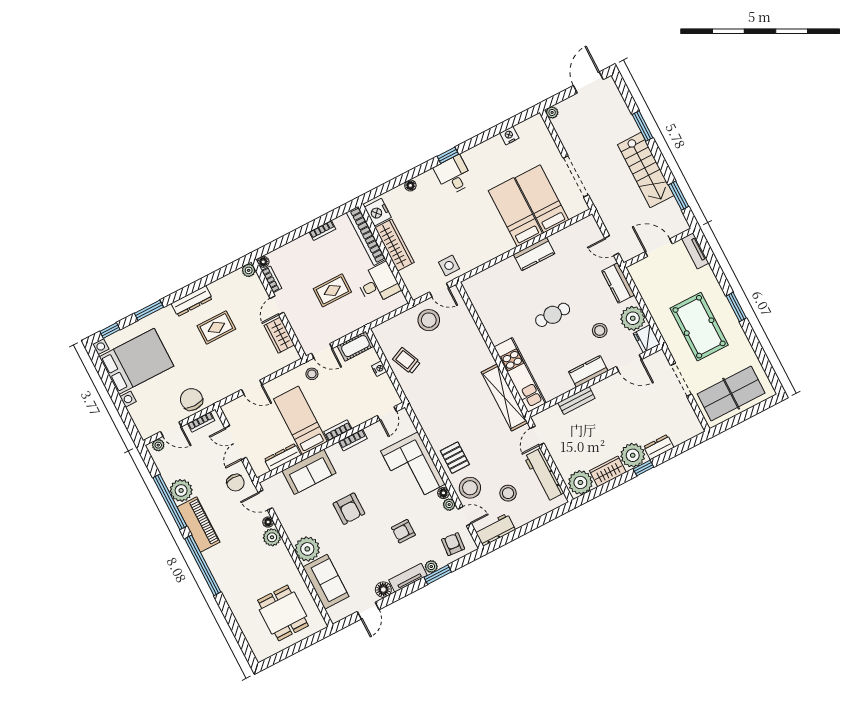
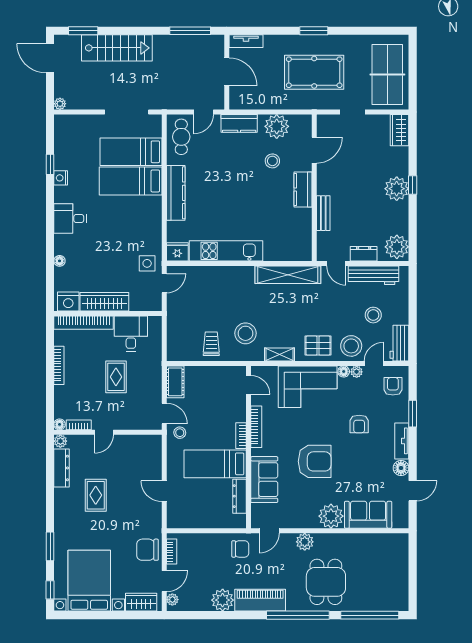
window: (642, 126) -> (83, 31), moved
nightstand: (509, 136) -> (61, 178), moved
window: (448, 155) -> (50, 164), moved
stairs: (646, 170) -> (117, 48), moved
window: (679, 196) -> (190, 31), width x1.44
bookcase: (322, 230) -> (59, 365), width x1.56
door: (659, 248) -> (227, 72), swing flipped
kitchen counter: (534, 254) -> (176, 193), width x1.50
dresser: (192, 301) -> (62, 468), moved
door: (277, 305) -> (104, 432), hinge flipped
cafe table: (553, 315) -> (181, 137), moved
stool: (429, 320) -> (246, 333), moved
wardrobe: (279, 335) -> (141, 602), moved, turned 180
fridge: (647, 339) -> (177, 252), moved, turned 180
door: (322, 351) -> (164, 413), hinge flipped
trolley: (407, 361) -> (211, 344), turned 114
nightstand: (379, 369) -> (206, 371), removed
kitchen unit: (520, 375) -> (226, 251), moved
doorway: (681, 380) -> (353, 112), width x0.73
door: (252, 387) -> (164, 491), swing flipped
shelving: (429, 427) -> (280, 355), added
bookcase: (353, 440) -> (256, 427), width x1.56
double door: (236, 443) -> (205, 531), removed
dresser: (659, 447) -> (364, 254), moved, turned 90
wardrobe: (608, 471) -> (400, 130), moved
window: (170, 502) -> (370, 615), moved
armchair: (349, 509) -> (315, 461), width x1.36, depth x1.36
floor lamp: (268, 522) -> (290, 538), removed
armchair: (453, 544) -> (393, 386), turned 85
plant: (431, 567) -> (403, 416), removed
door: (368, 611) -> (413, 491), hinge flipped
dining table: (283, 613) -> (326, 582), moved, turned 90

